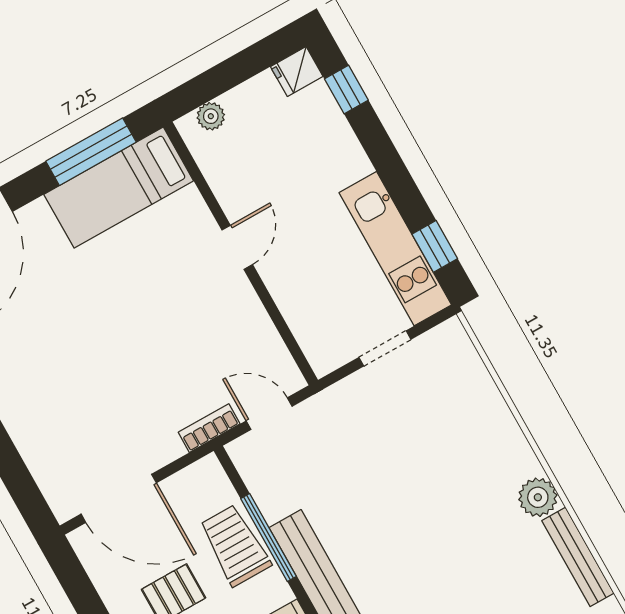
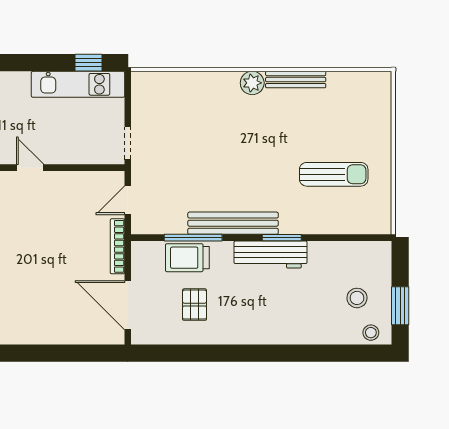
doorway: (385, 348) -> (128, 143), moved
bookcase: (209, 428) -> (117, 246), width x1.56
door: (119, 498) -> (128, 305), swing flipped

